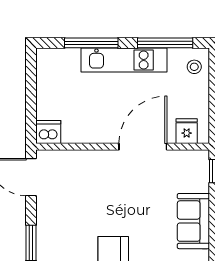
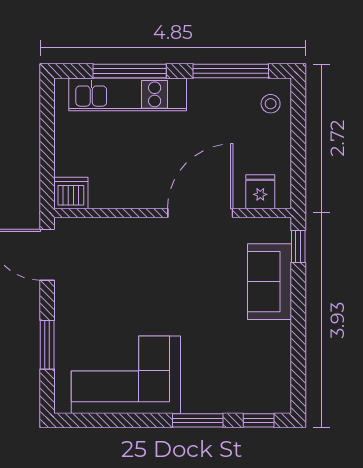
kitchen unit: (124, 60) -> (128, 94), moved
sofa: (193, 221) -> (269, 282), moved

